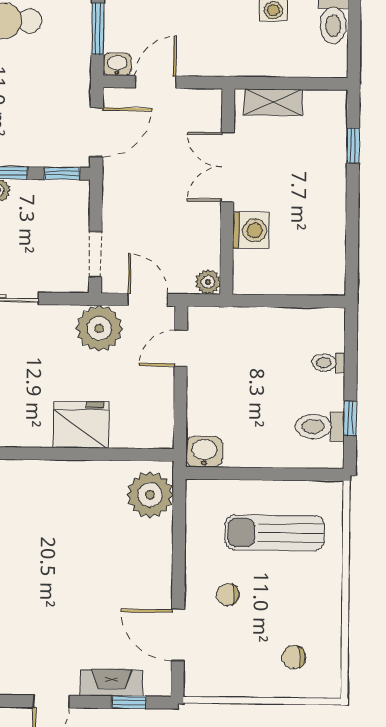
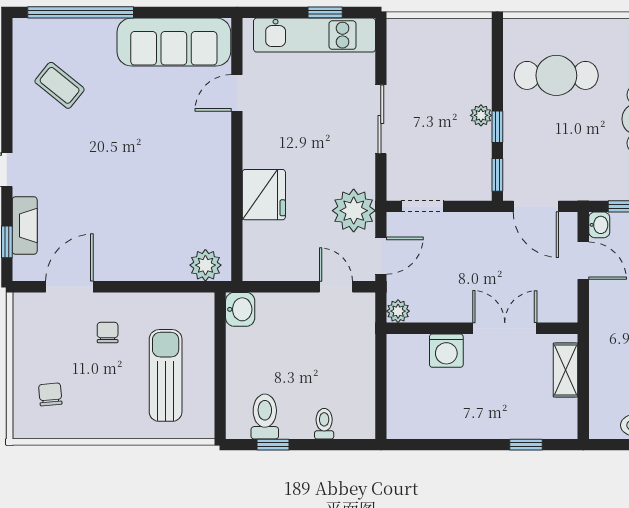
plant: (150, 495) -> (205, 265), width x0.73, depth x0.73

